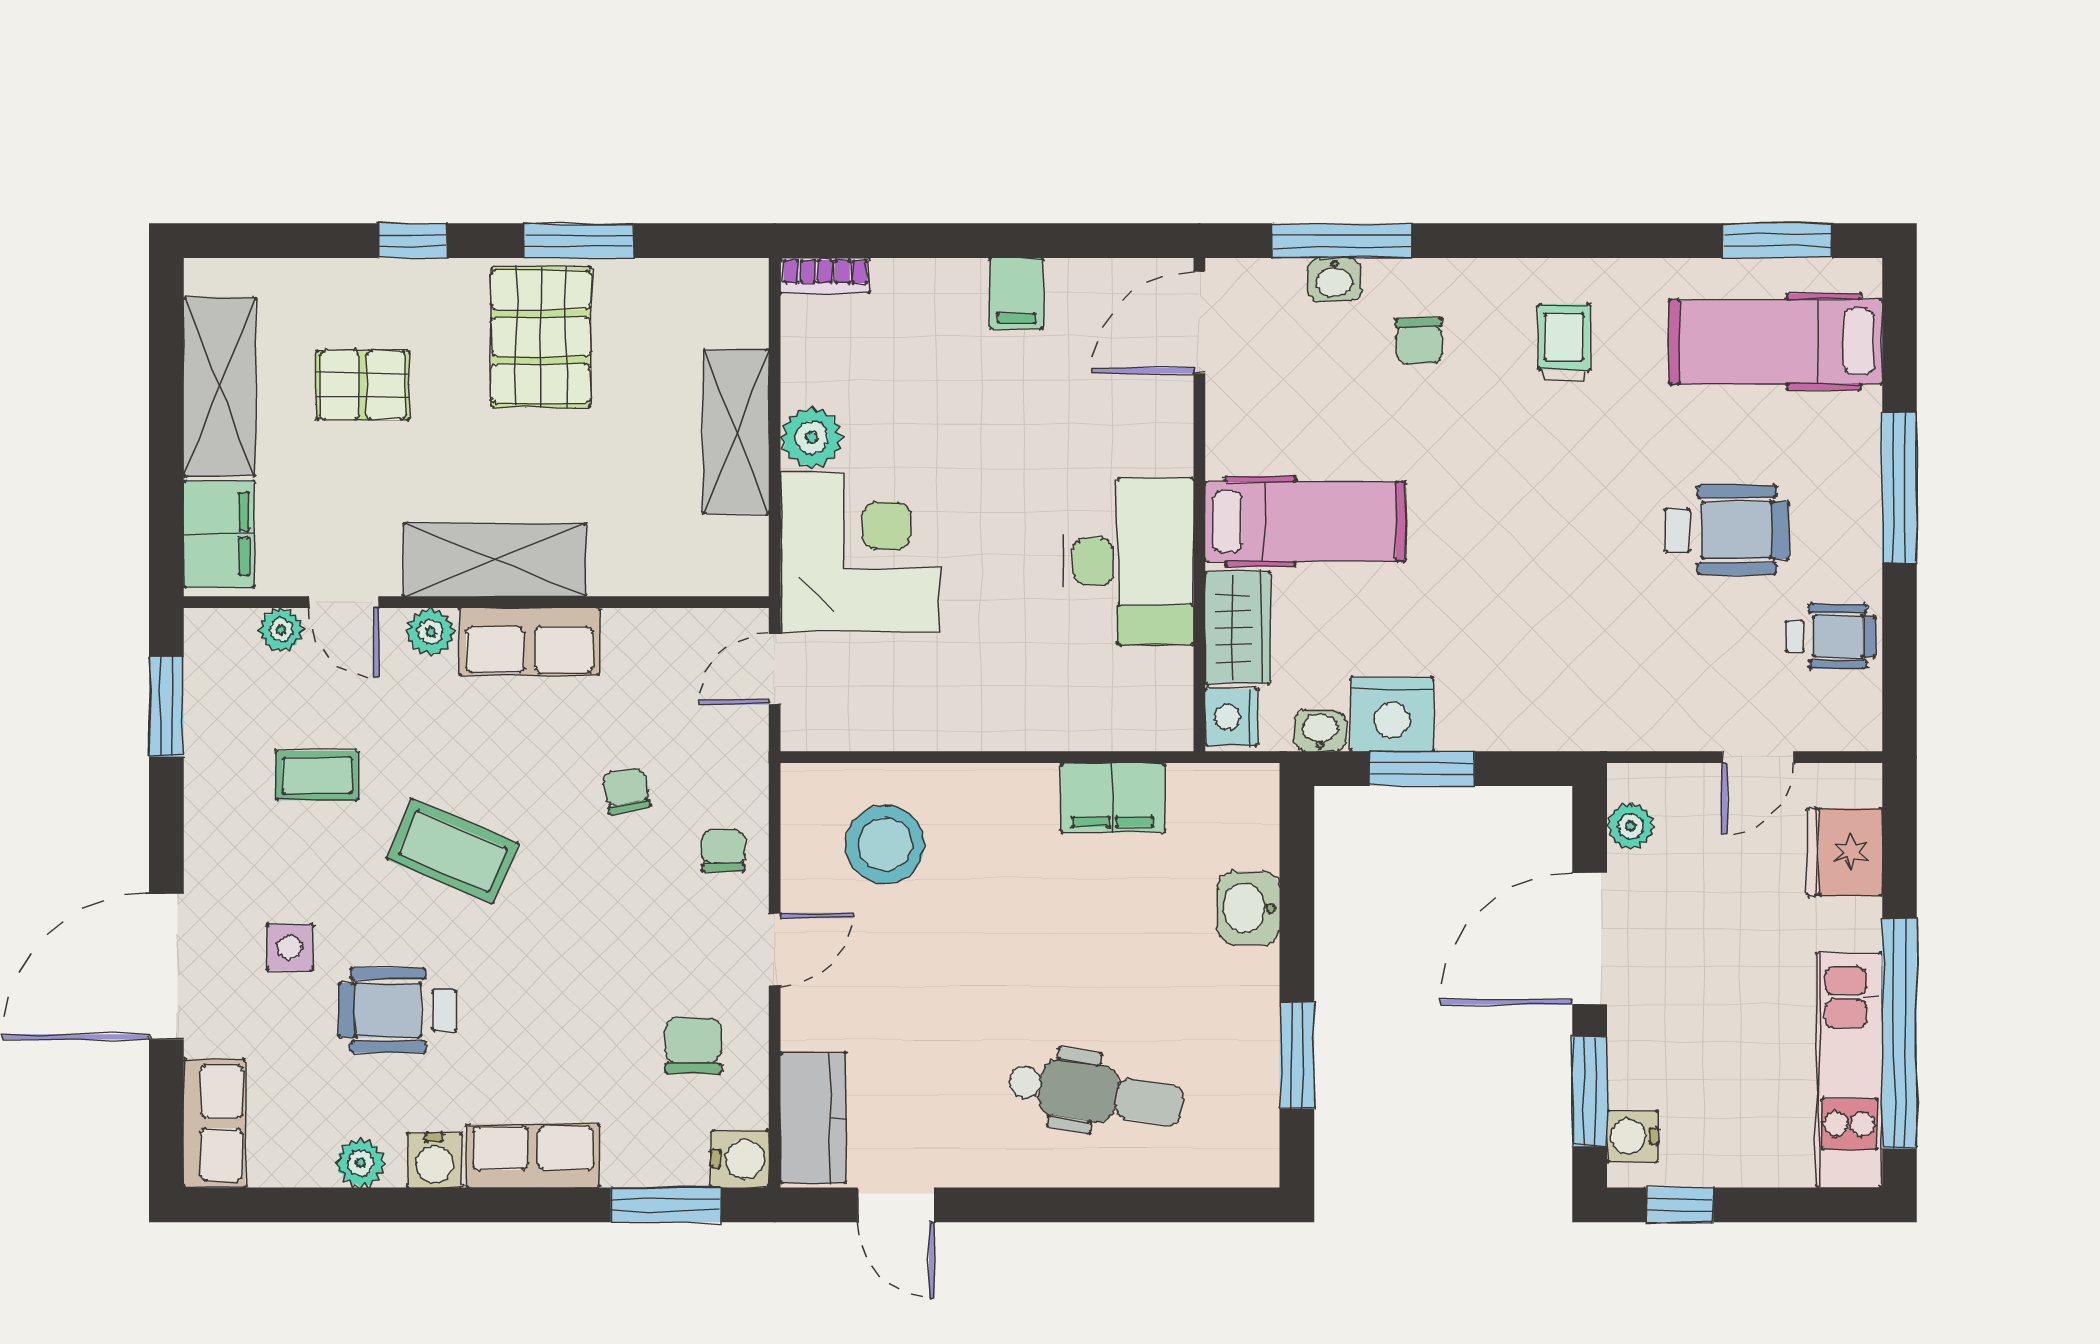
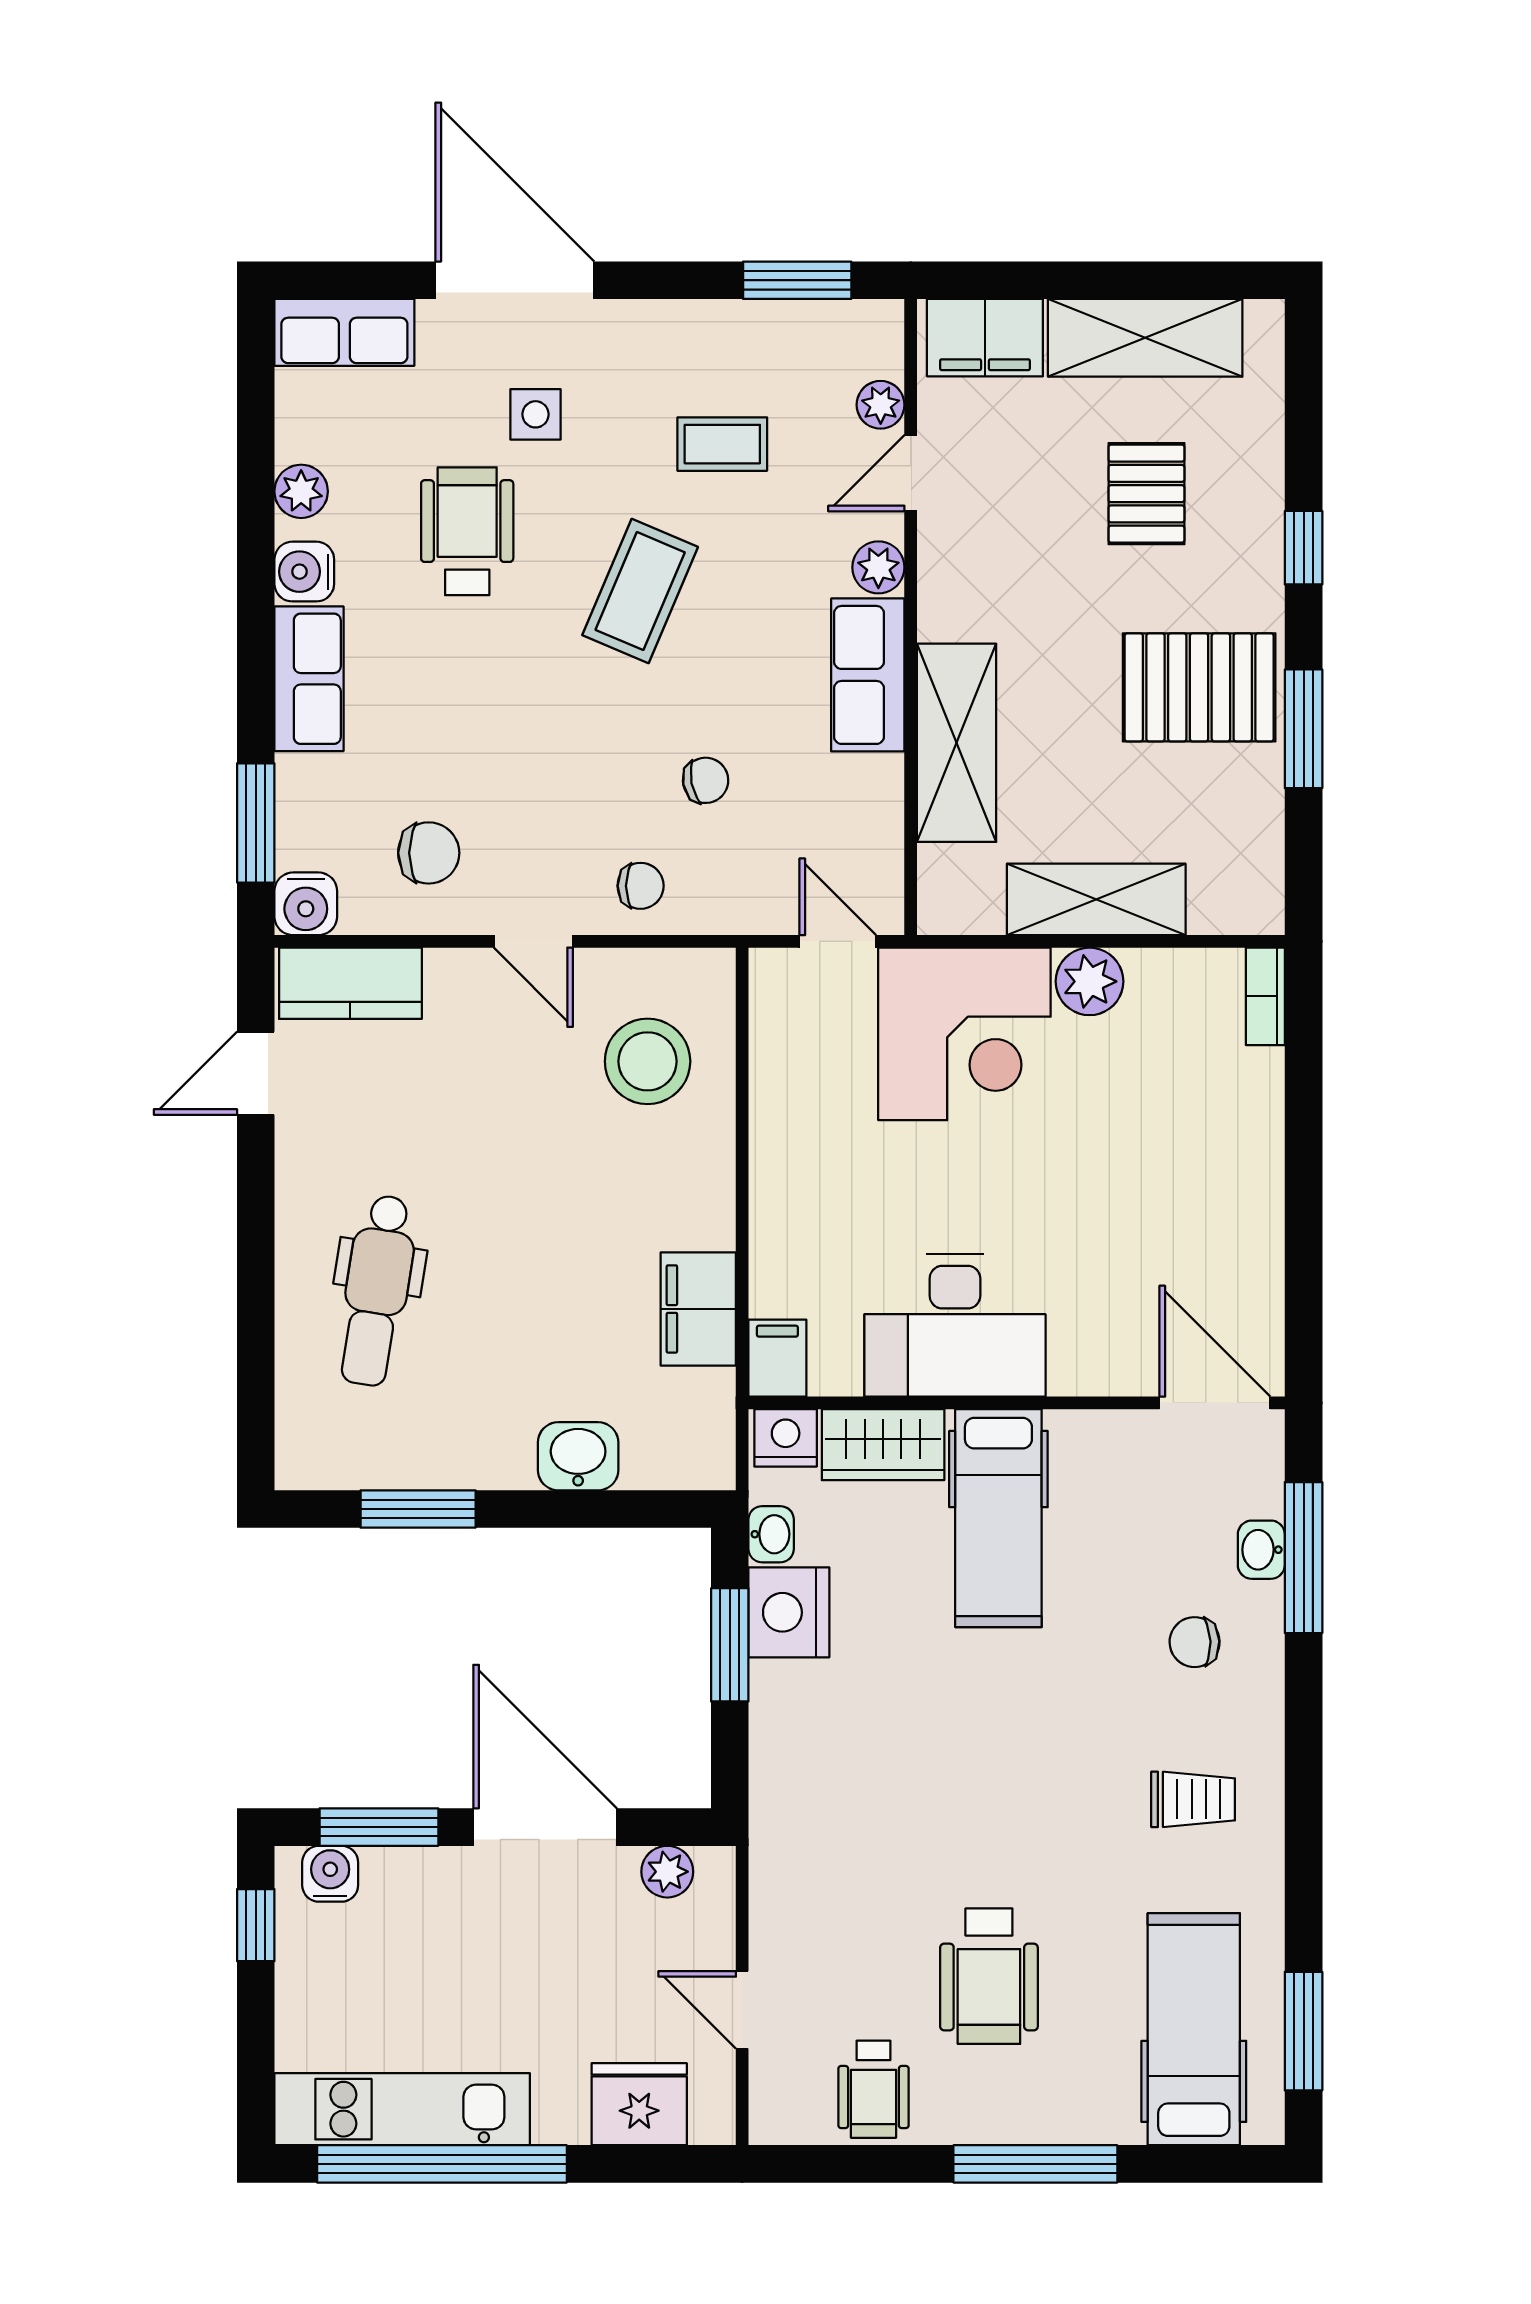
filing cabinet: (1016, 293) -> (777, 1358), moved, turned 90
shelving: (495, 560) -> (957, 743), moved
coffee table: (317, 776) -> (722, 444), turned 90

